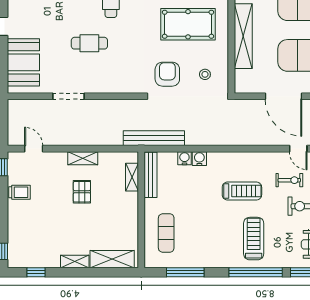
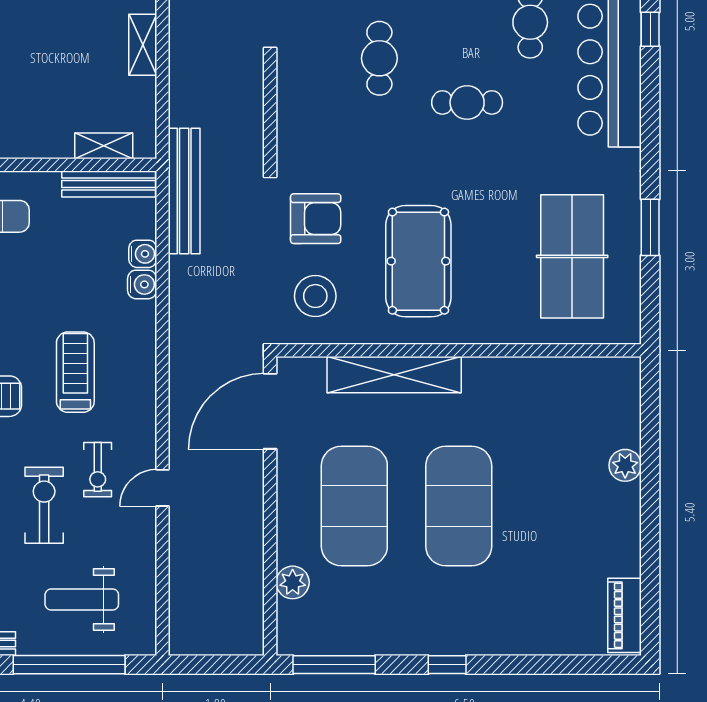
stool: (205, 74) -> (315, 296), width x1.89, depth x1.89
door: (283, 96) -> (270, 411), moved
treadmill: (242, 191) -> (75, 372), turned 180
pallet: (82, 192) -> (74, 43), removed

